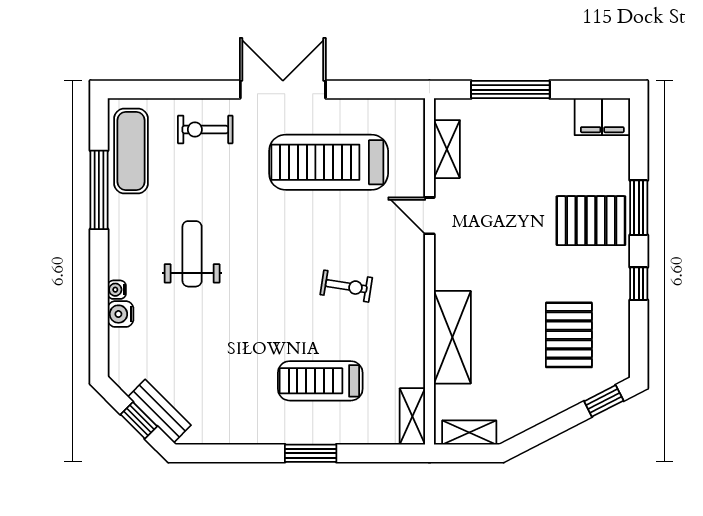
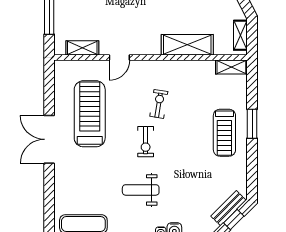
exercise bike: (205, 130) -> (146, 142), moved
treadmill: (329, 162) -> (90, 114), turned 180
treadmill: (320, 381) -> (224, 133), moved

